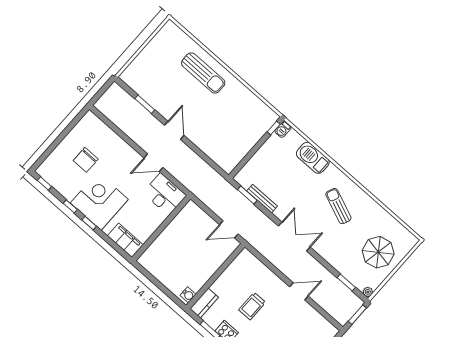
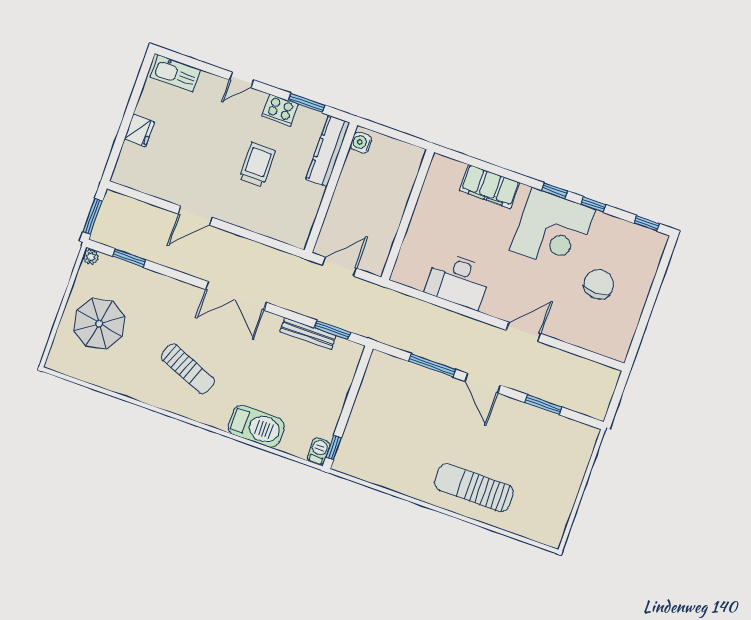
window: (199, 152) -> (432, 365), added
door: (153, 163) -> (523, 332), moved
wall: (161, 228) -> (408, 215), moved
kitchen counter: (204, 303) -> (328, 151), width x1.50

